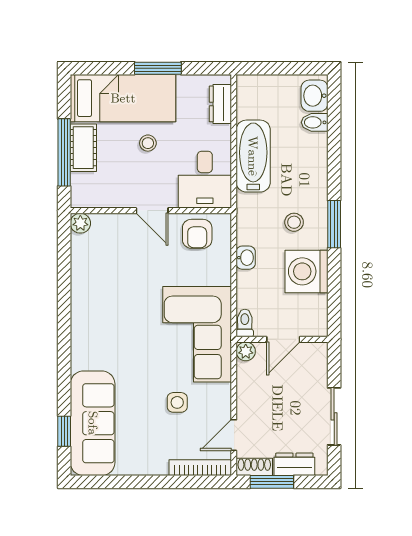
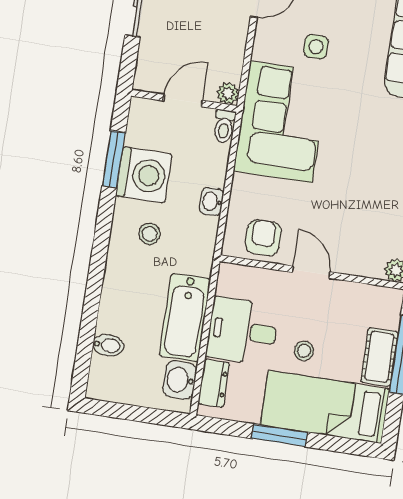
washbasin: (315, 96) -> (180, 380), moved, turned 180
desk: (205, 180) -> (242, 331), moved, turned -90
window: (334, 224) -> (114, 159), moved

